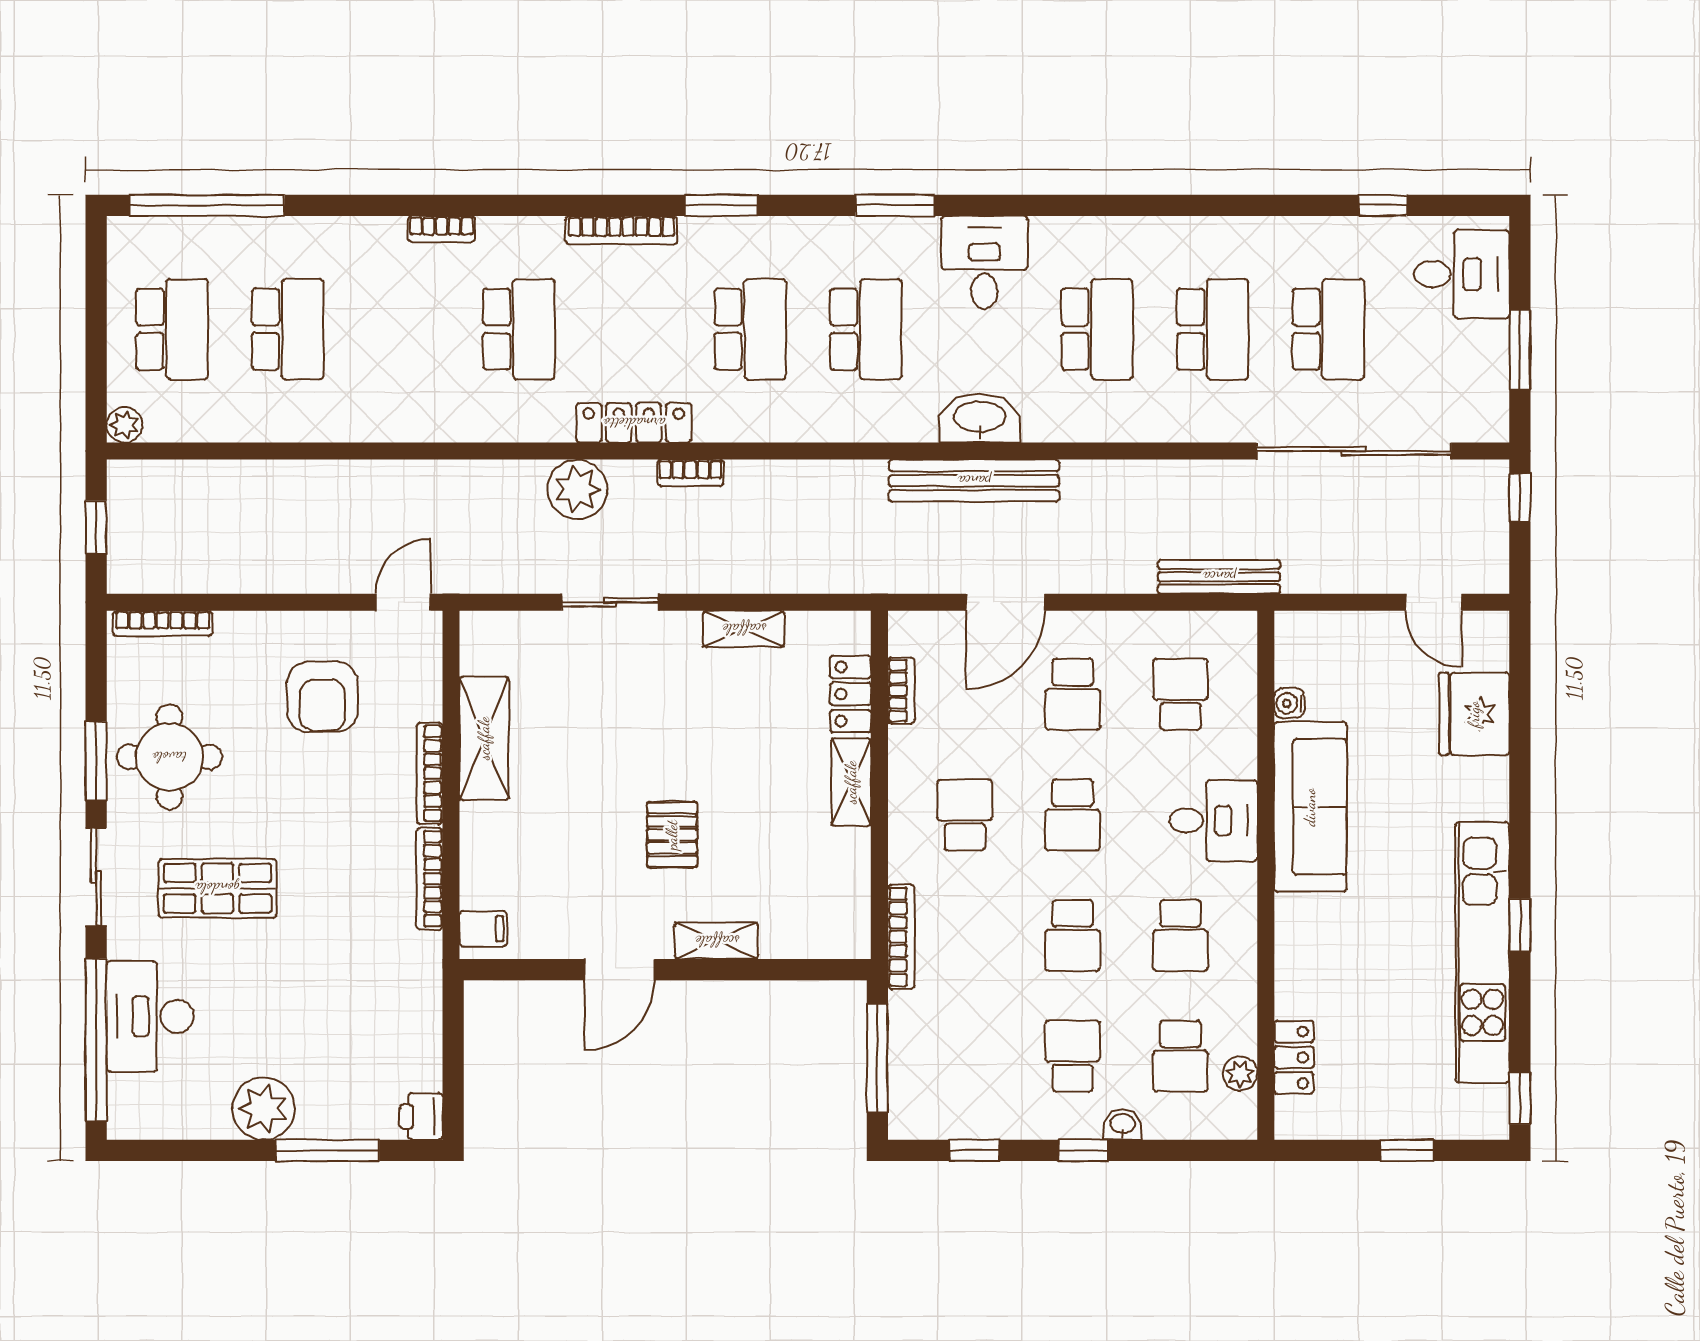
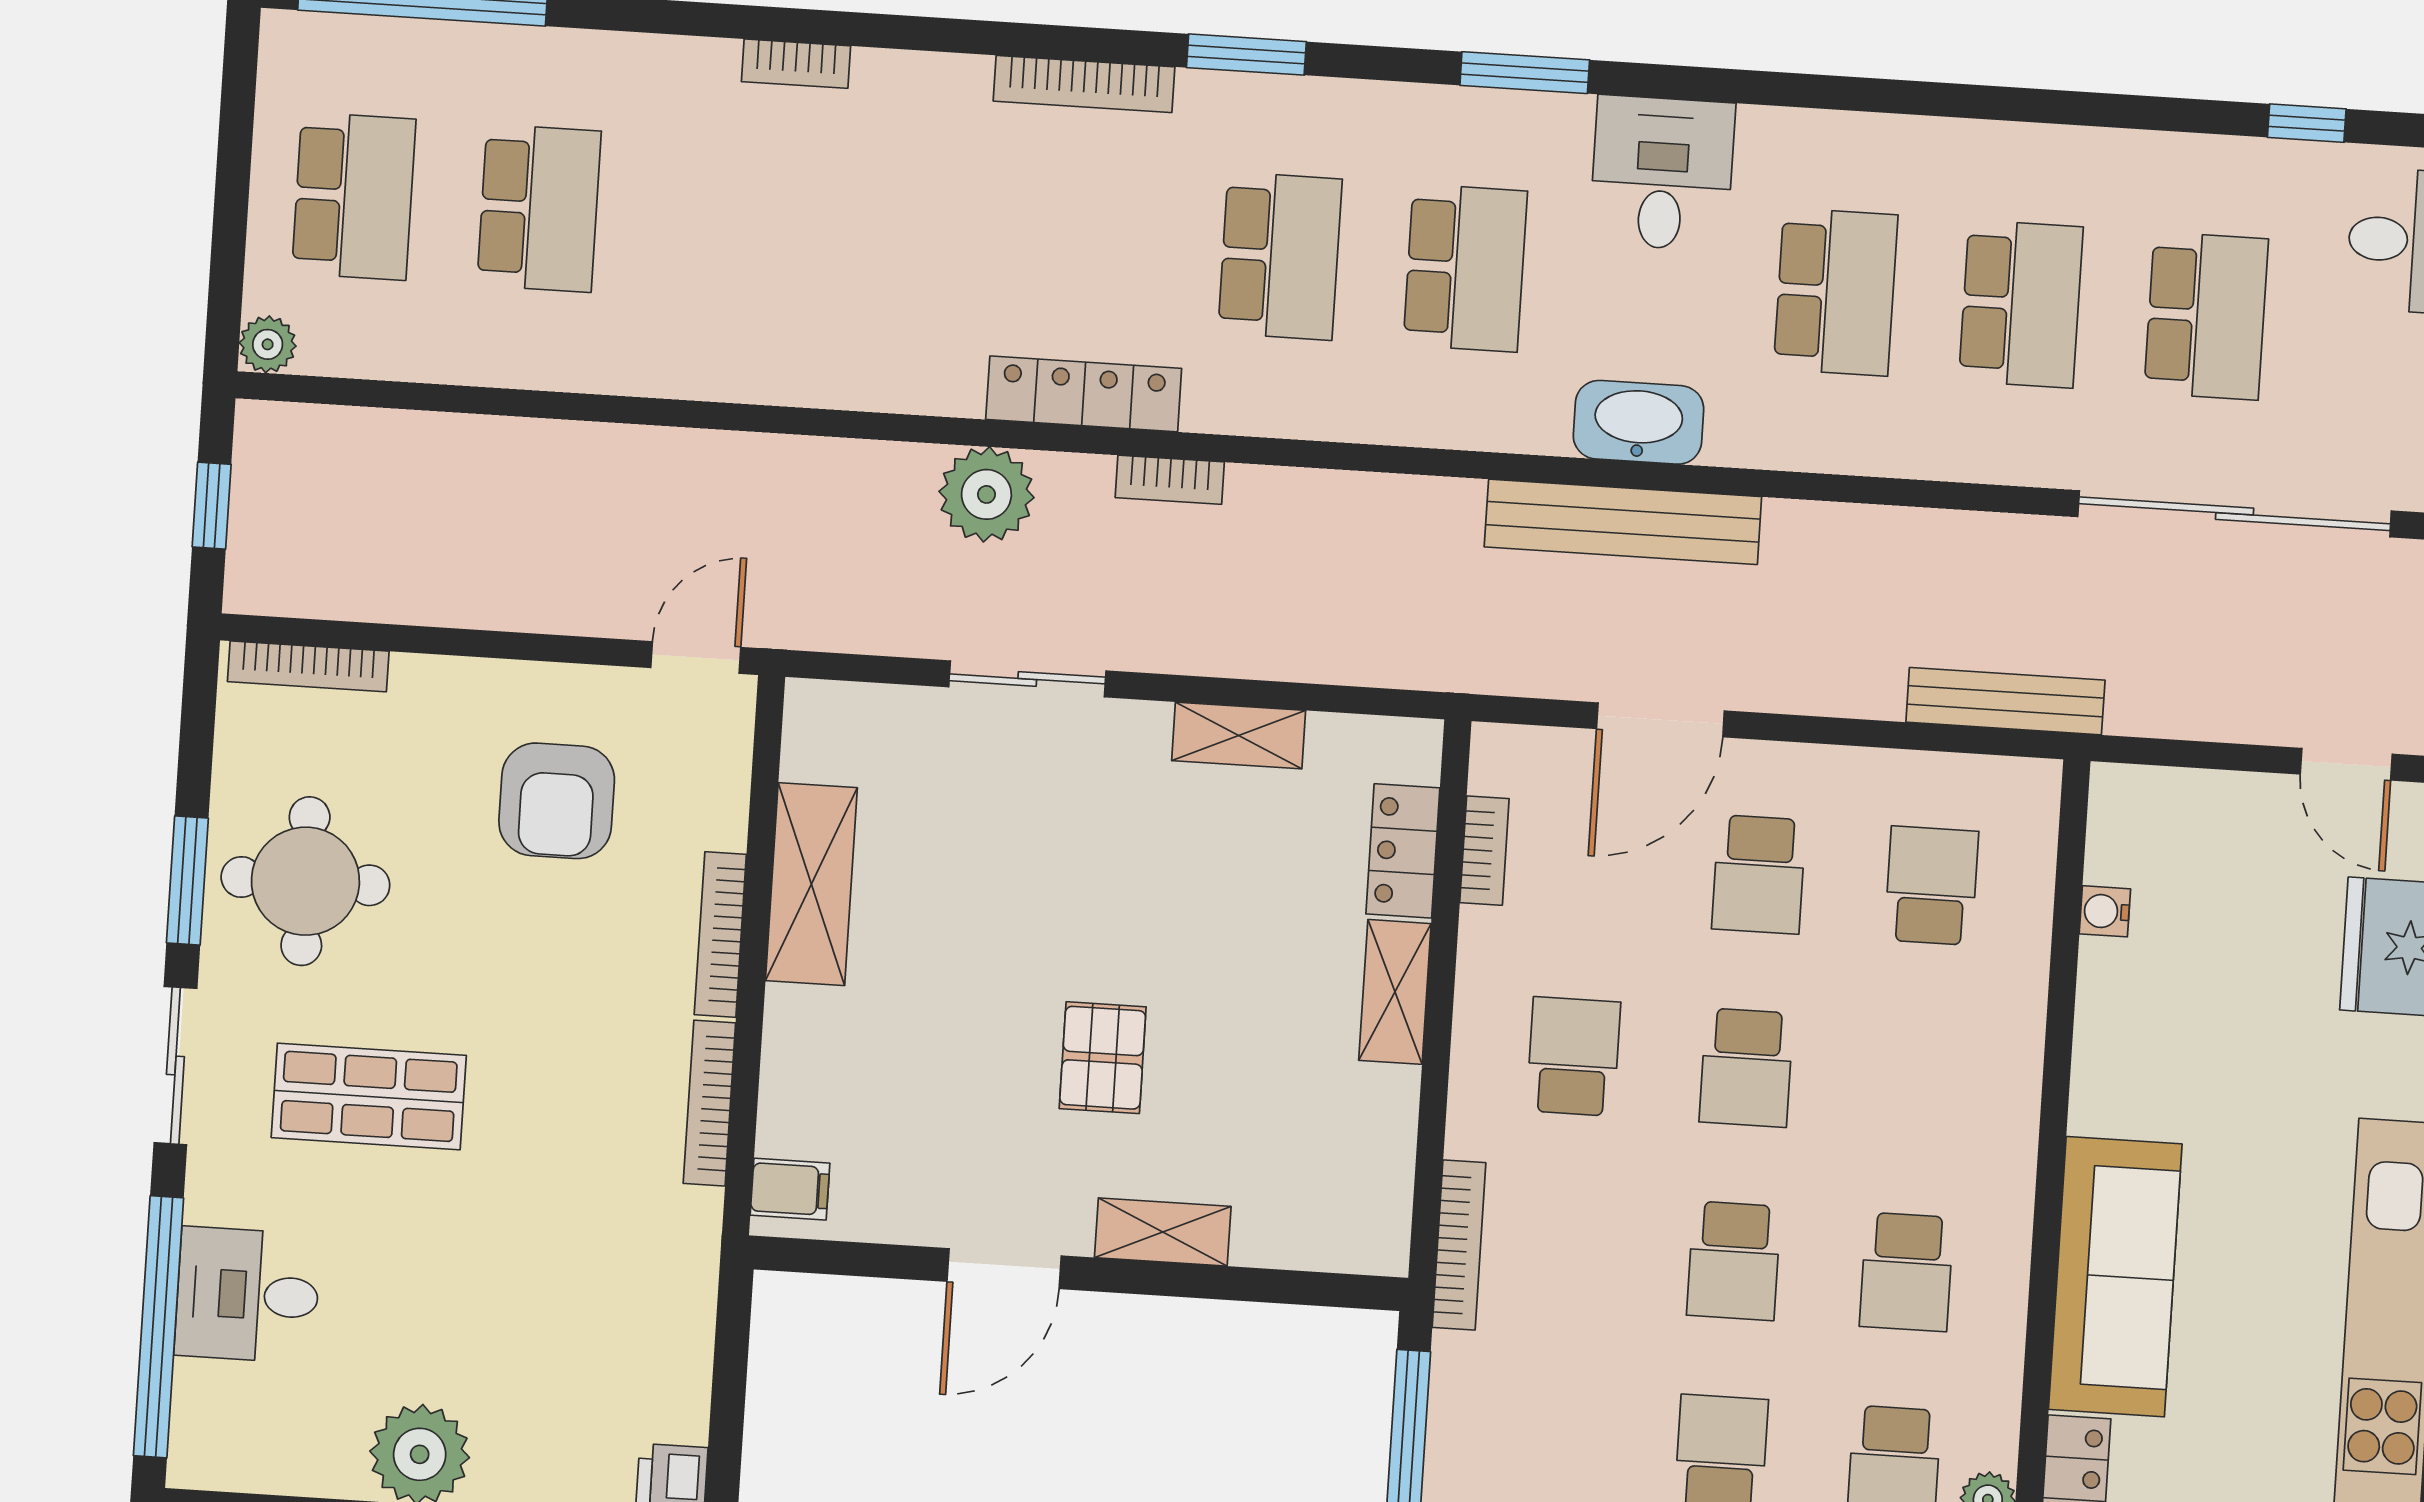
school desk: (519, 329) -> (910, 232), removed
sofa: (1310, 807) -> (2115, 1277), moved
desk: (1213, 821) -> (1971, 1091), removed
desk: (150, 1016) -> (248, 1295), width x0.73

